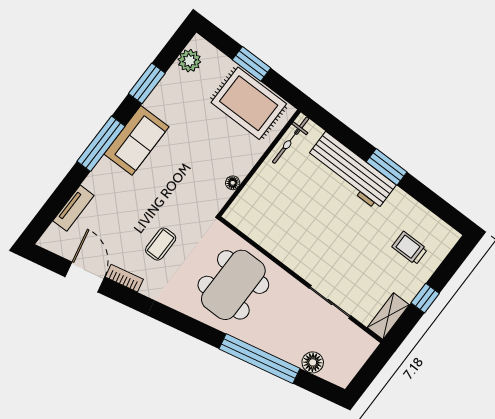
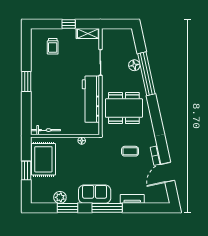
plant: (189, 61) -> (60, 197), moved
workbench: (351, 171) -> (91, 99), moved, turned 180
tv unit: (73, 208) -> (132, 199), moved
floor lamp: (313, 362) -> (134, 65), moved

